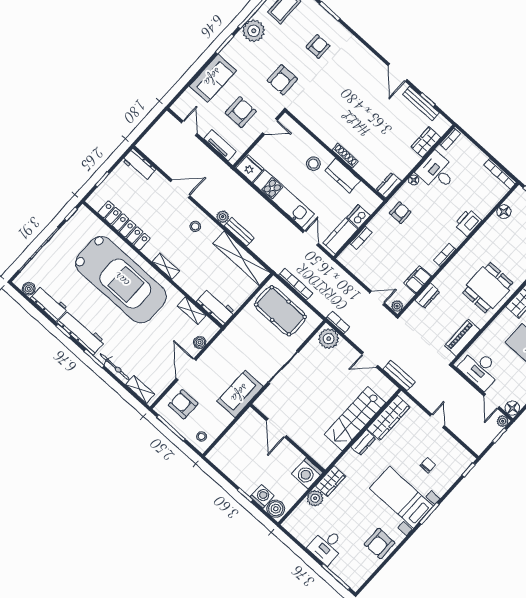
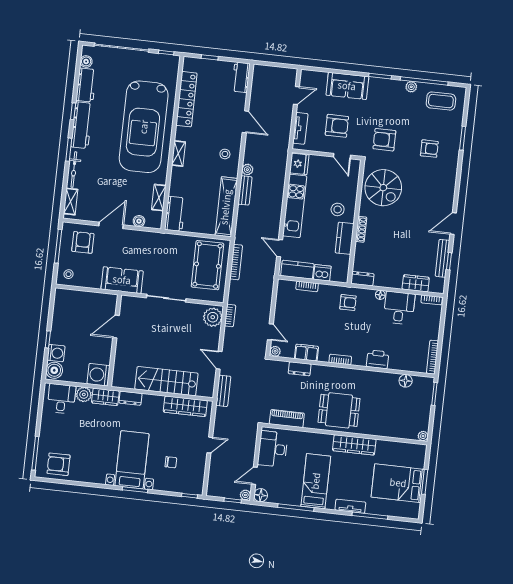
plant: (254, 31) -> (411, 87), width x0.53, depth x0.53
spiral stairs: (323, 111) -> (383, 188), added
door: (311, 238) -> (280, 248), swing flipped
dresser: (363, 443) -> (130, 398), moved
armchair: (379, 544) -> (59, 464), moved
desk: (327, 546) -> (61, 399), moved, turned 90

